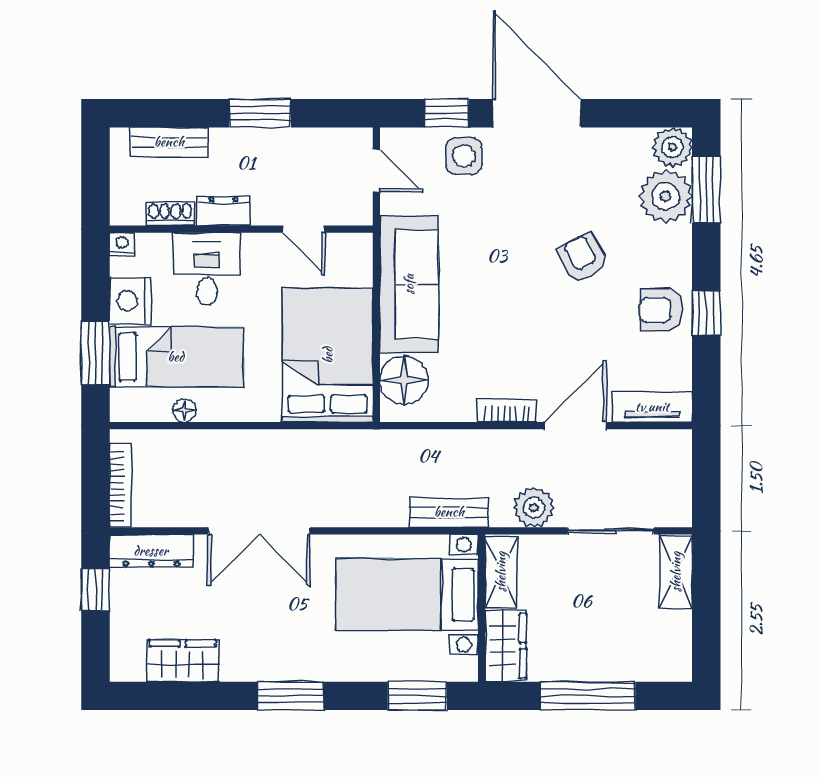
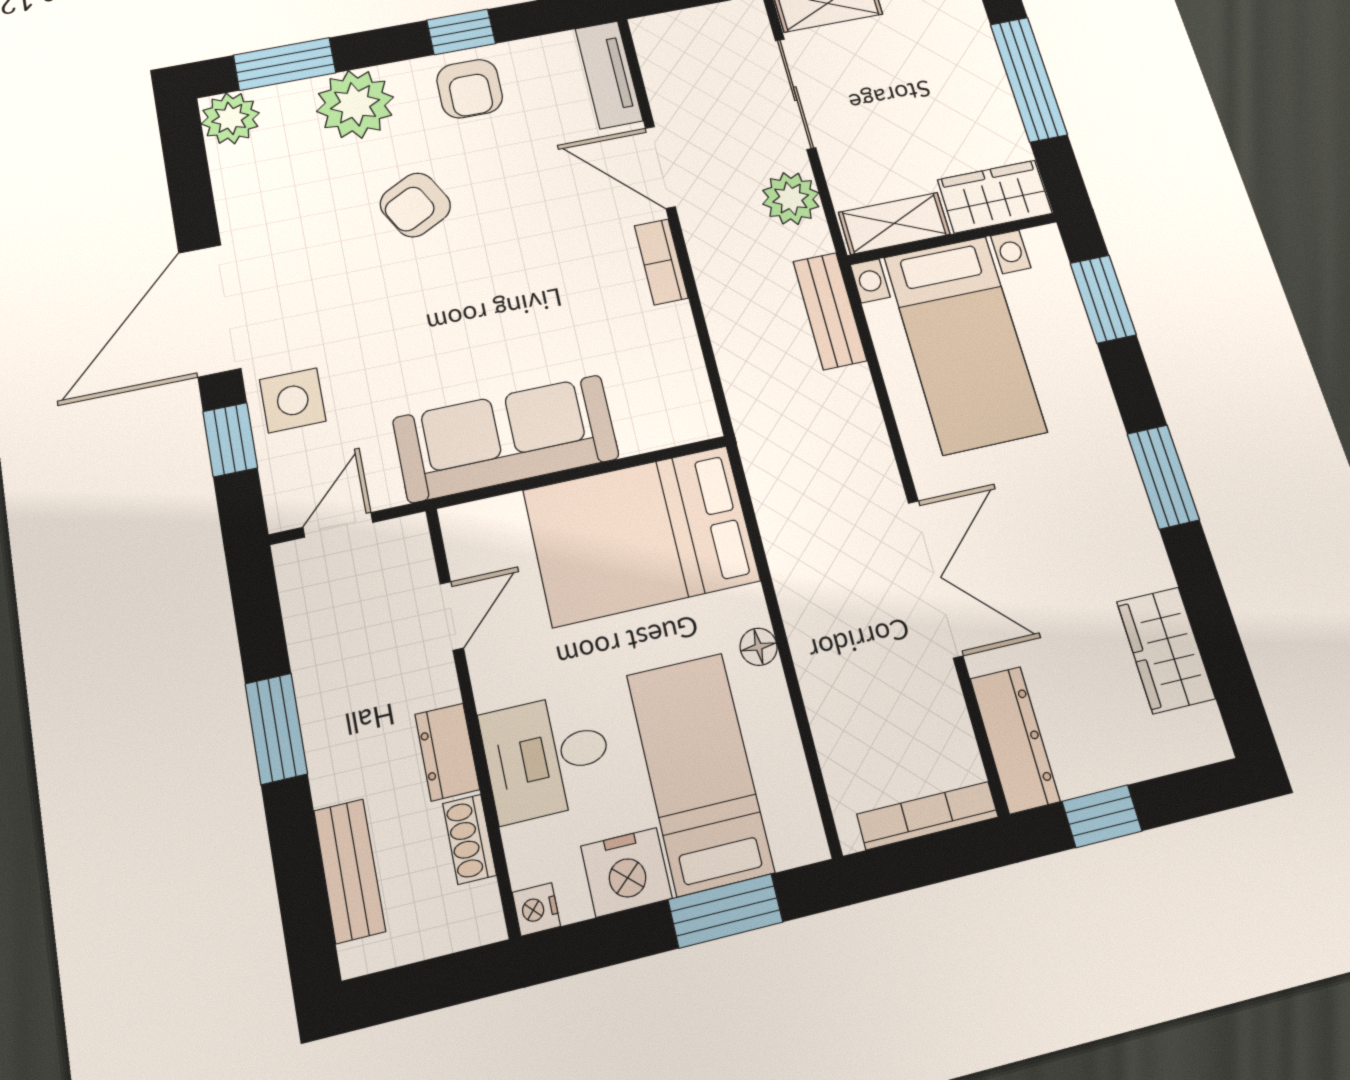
plant: (666, 196) -> (355, 104), moved
floor lamp: (404, 380) -> (652, 415), removed
floor lamp: (184, 411) -> (759, 647), moved

